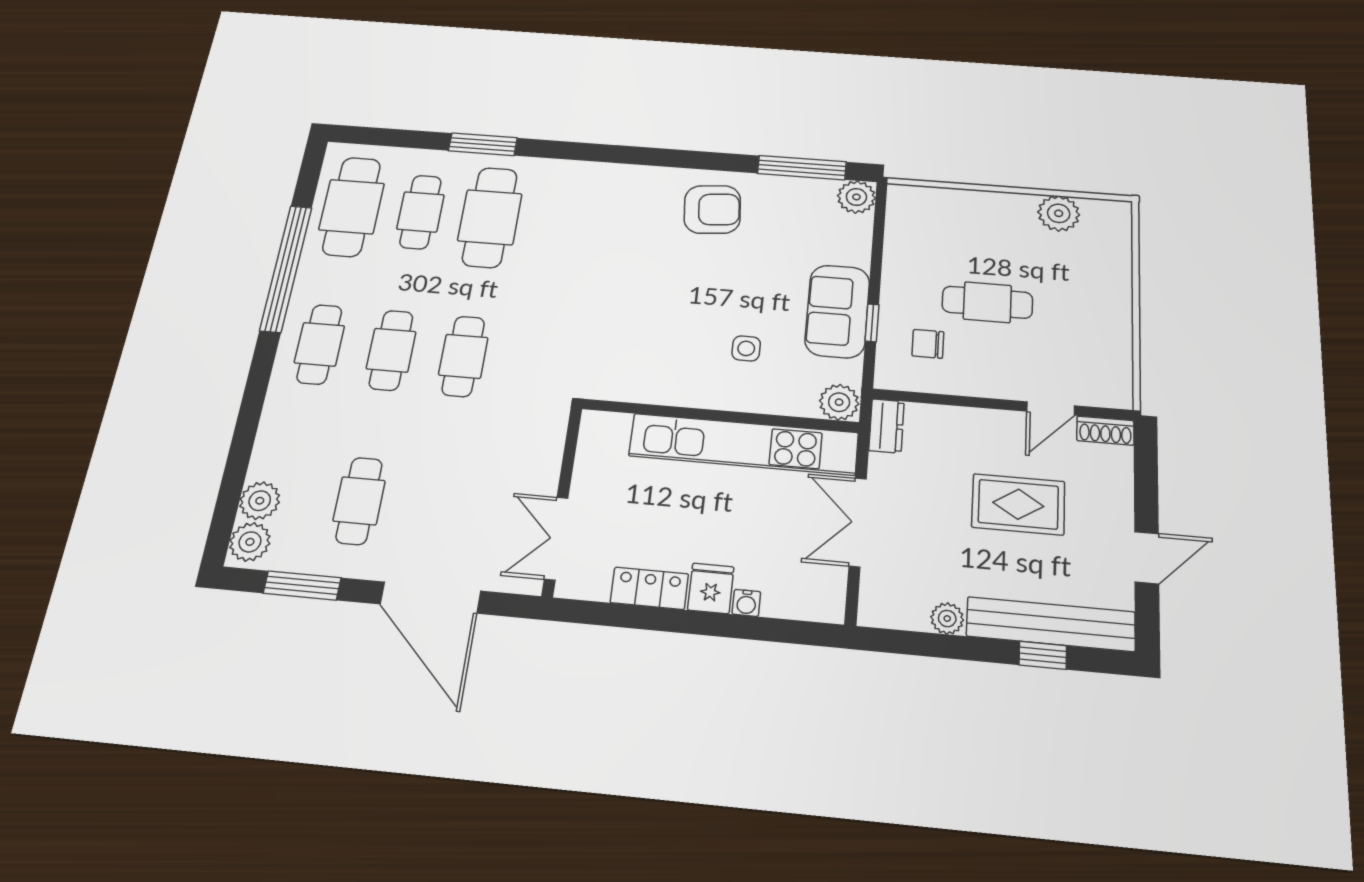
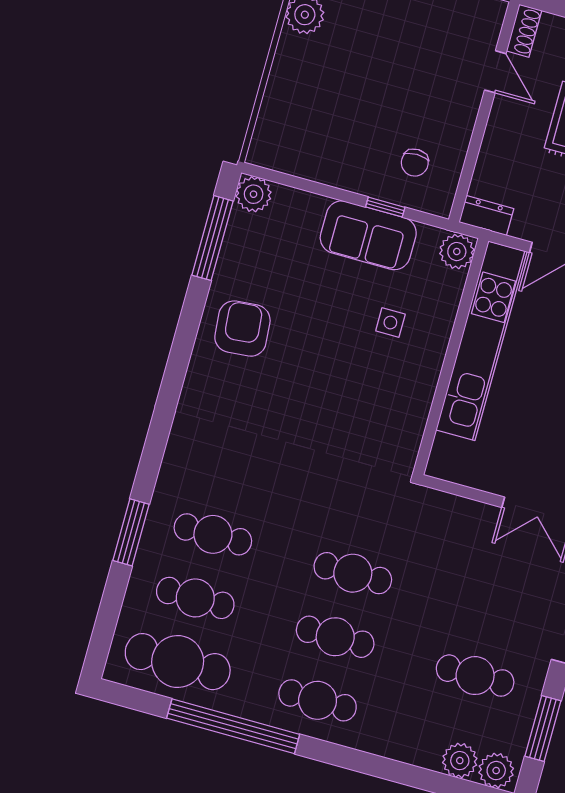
cafe table: (490, 217) -> (213, 534), width x0.73, depth x0.74
cafe table: (987, 302) -> (383, 101), removed

